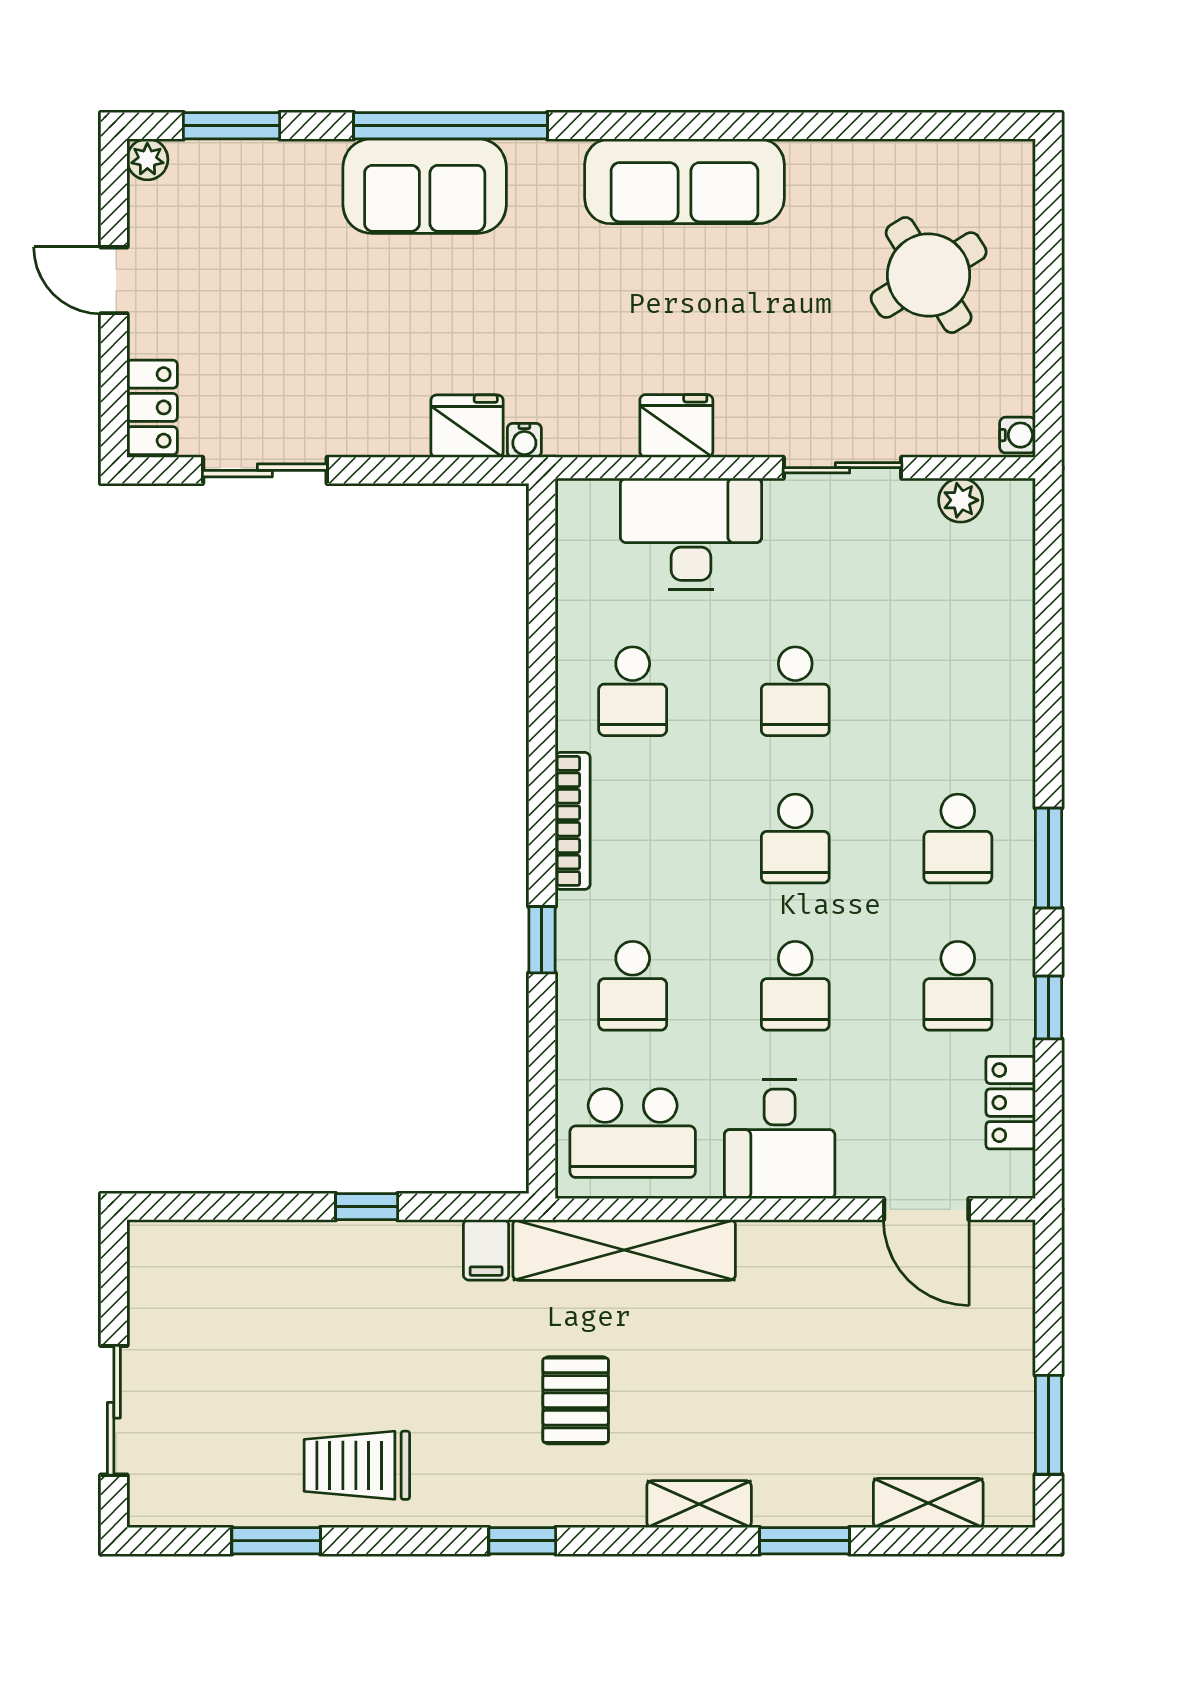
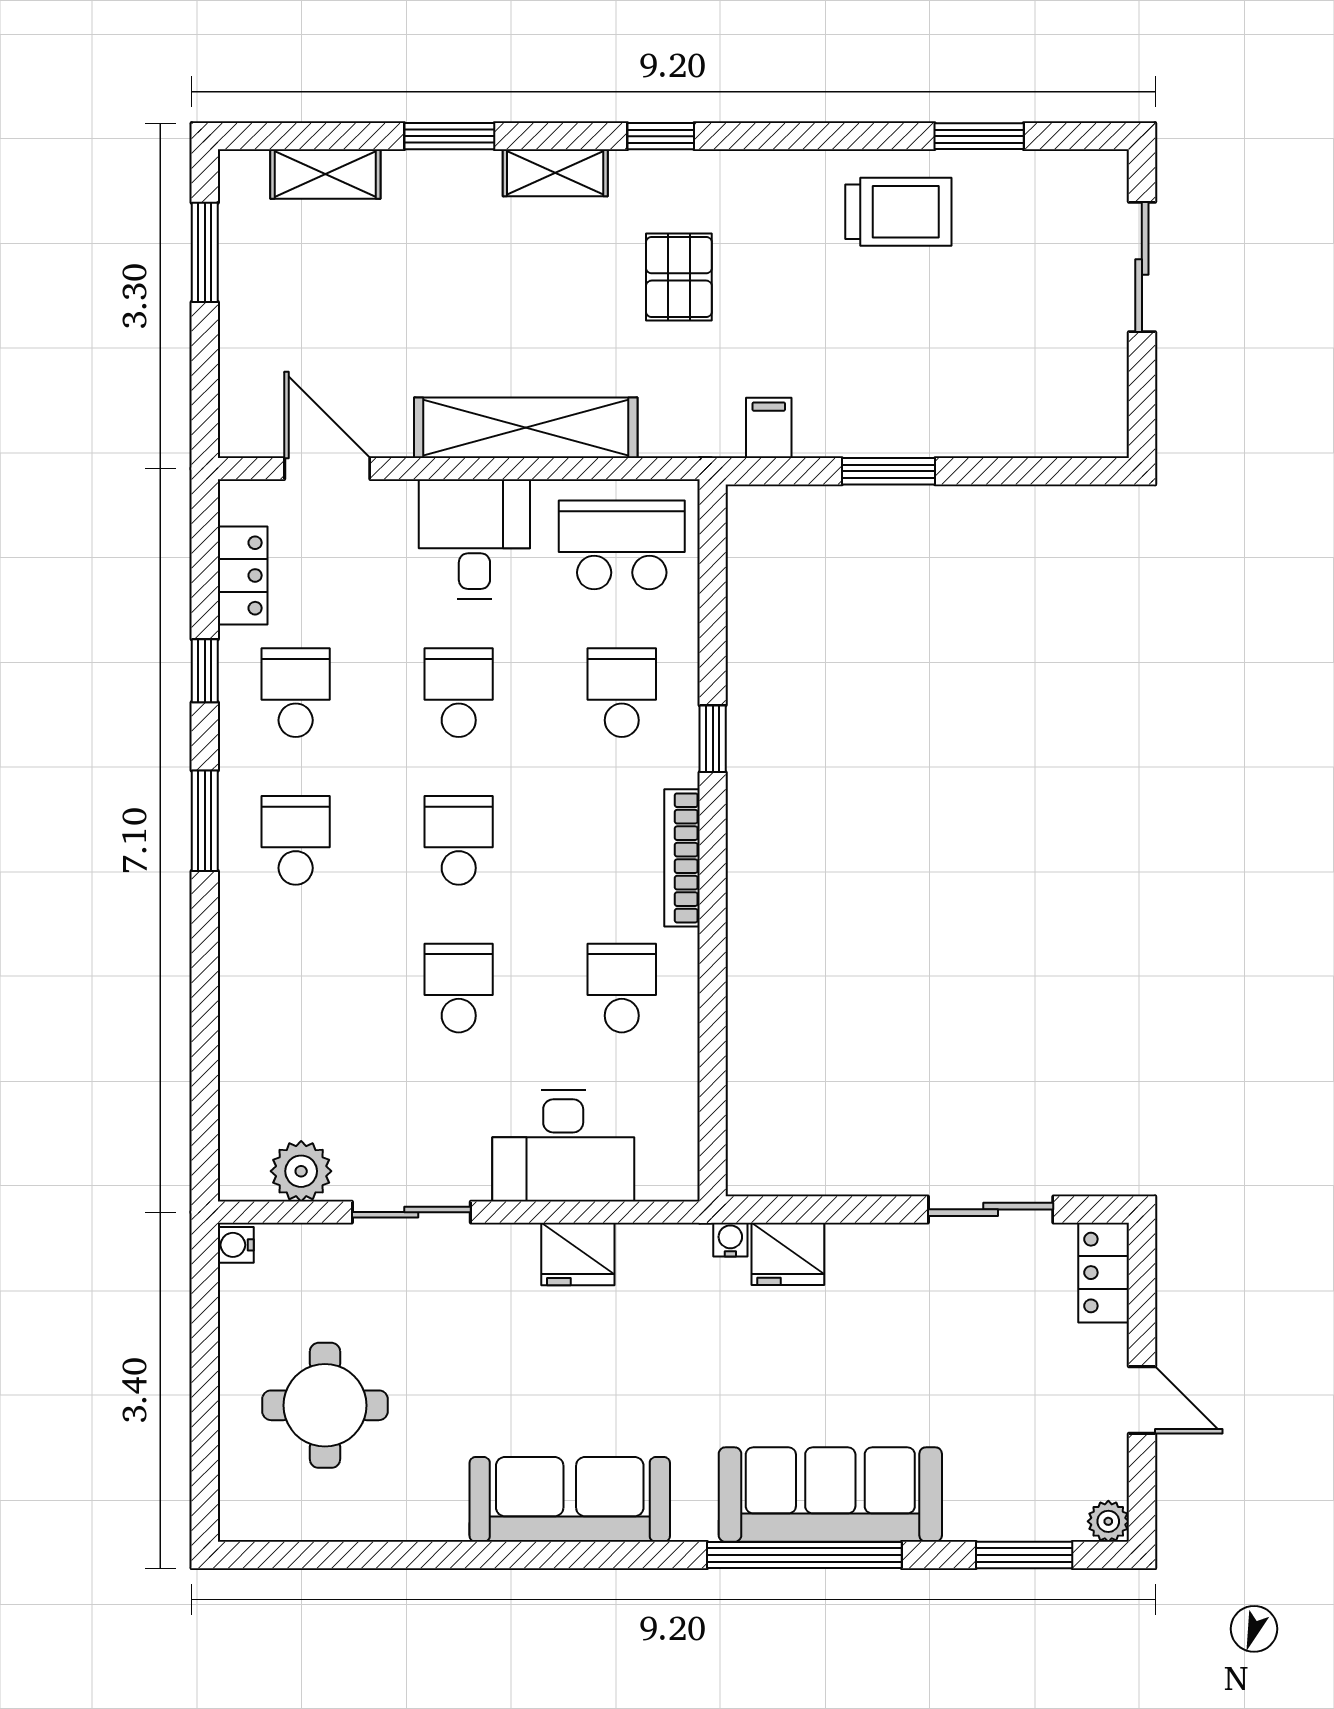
sofa: (425, 186) -> (830, 1495), width x1.36
round table: (929, 275) -> (325, 1405), turned 32
plant: (961, 500) -> (301, 1171), width x1.38, depth x1.38
window: (367, 1207) -> (888, 471), width x1.50
shelving: (624, 1250) -> (526, 428), moved
window: (522, 1541) -> (661, 136), moved

